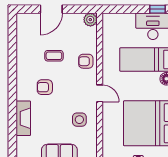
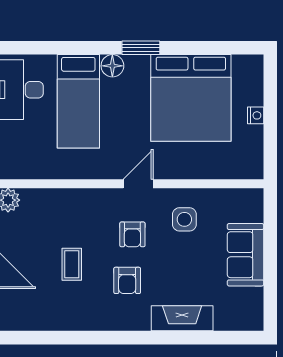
armchair: (86, 61) -> (132, 234), moved

